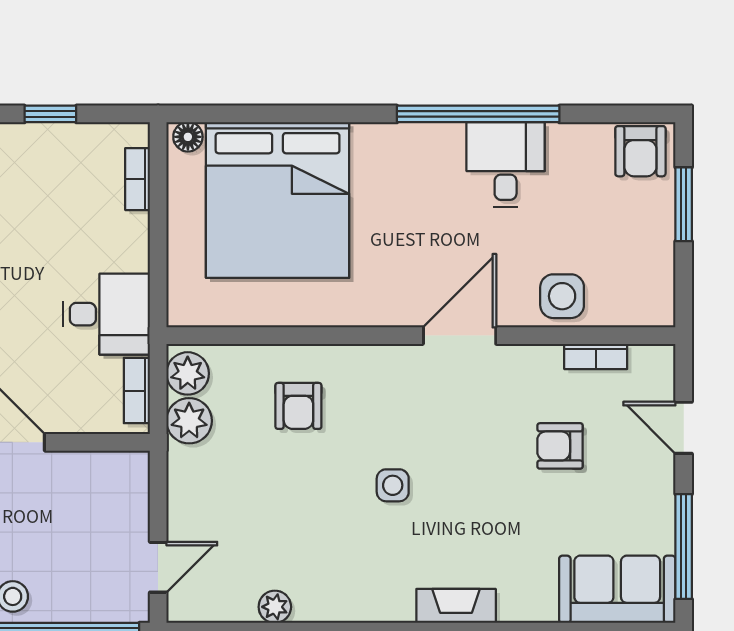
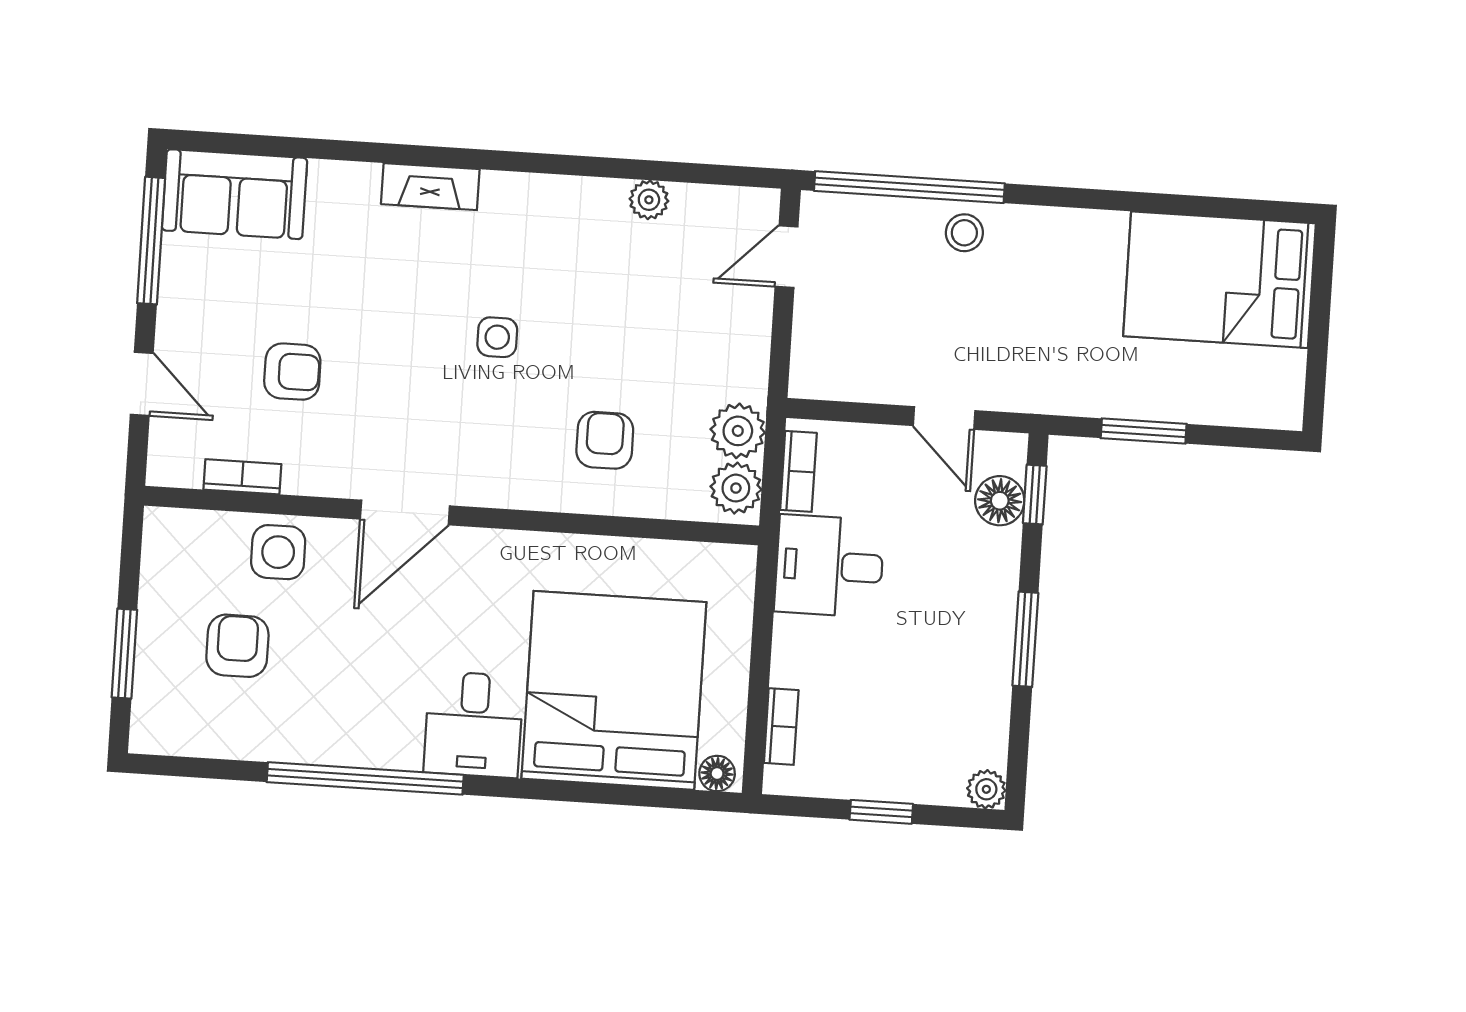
armchair: (640, 151) -> (237, 646), moved
desk: (506, 164) -> (474, 724), moved

